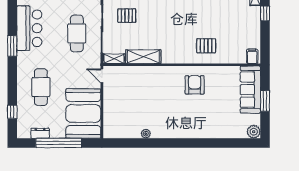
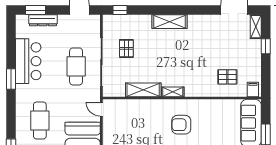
pallet: (127, 16) -> (126, 48), turned 90
pallet: (206, 46) -> (227, 77), moved
shelving: (114, 59) -> (173, 92), moved
armchair: (195, 85) -> (181, 125), moved, turned -90

